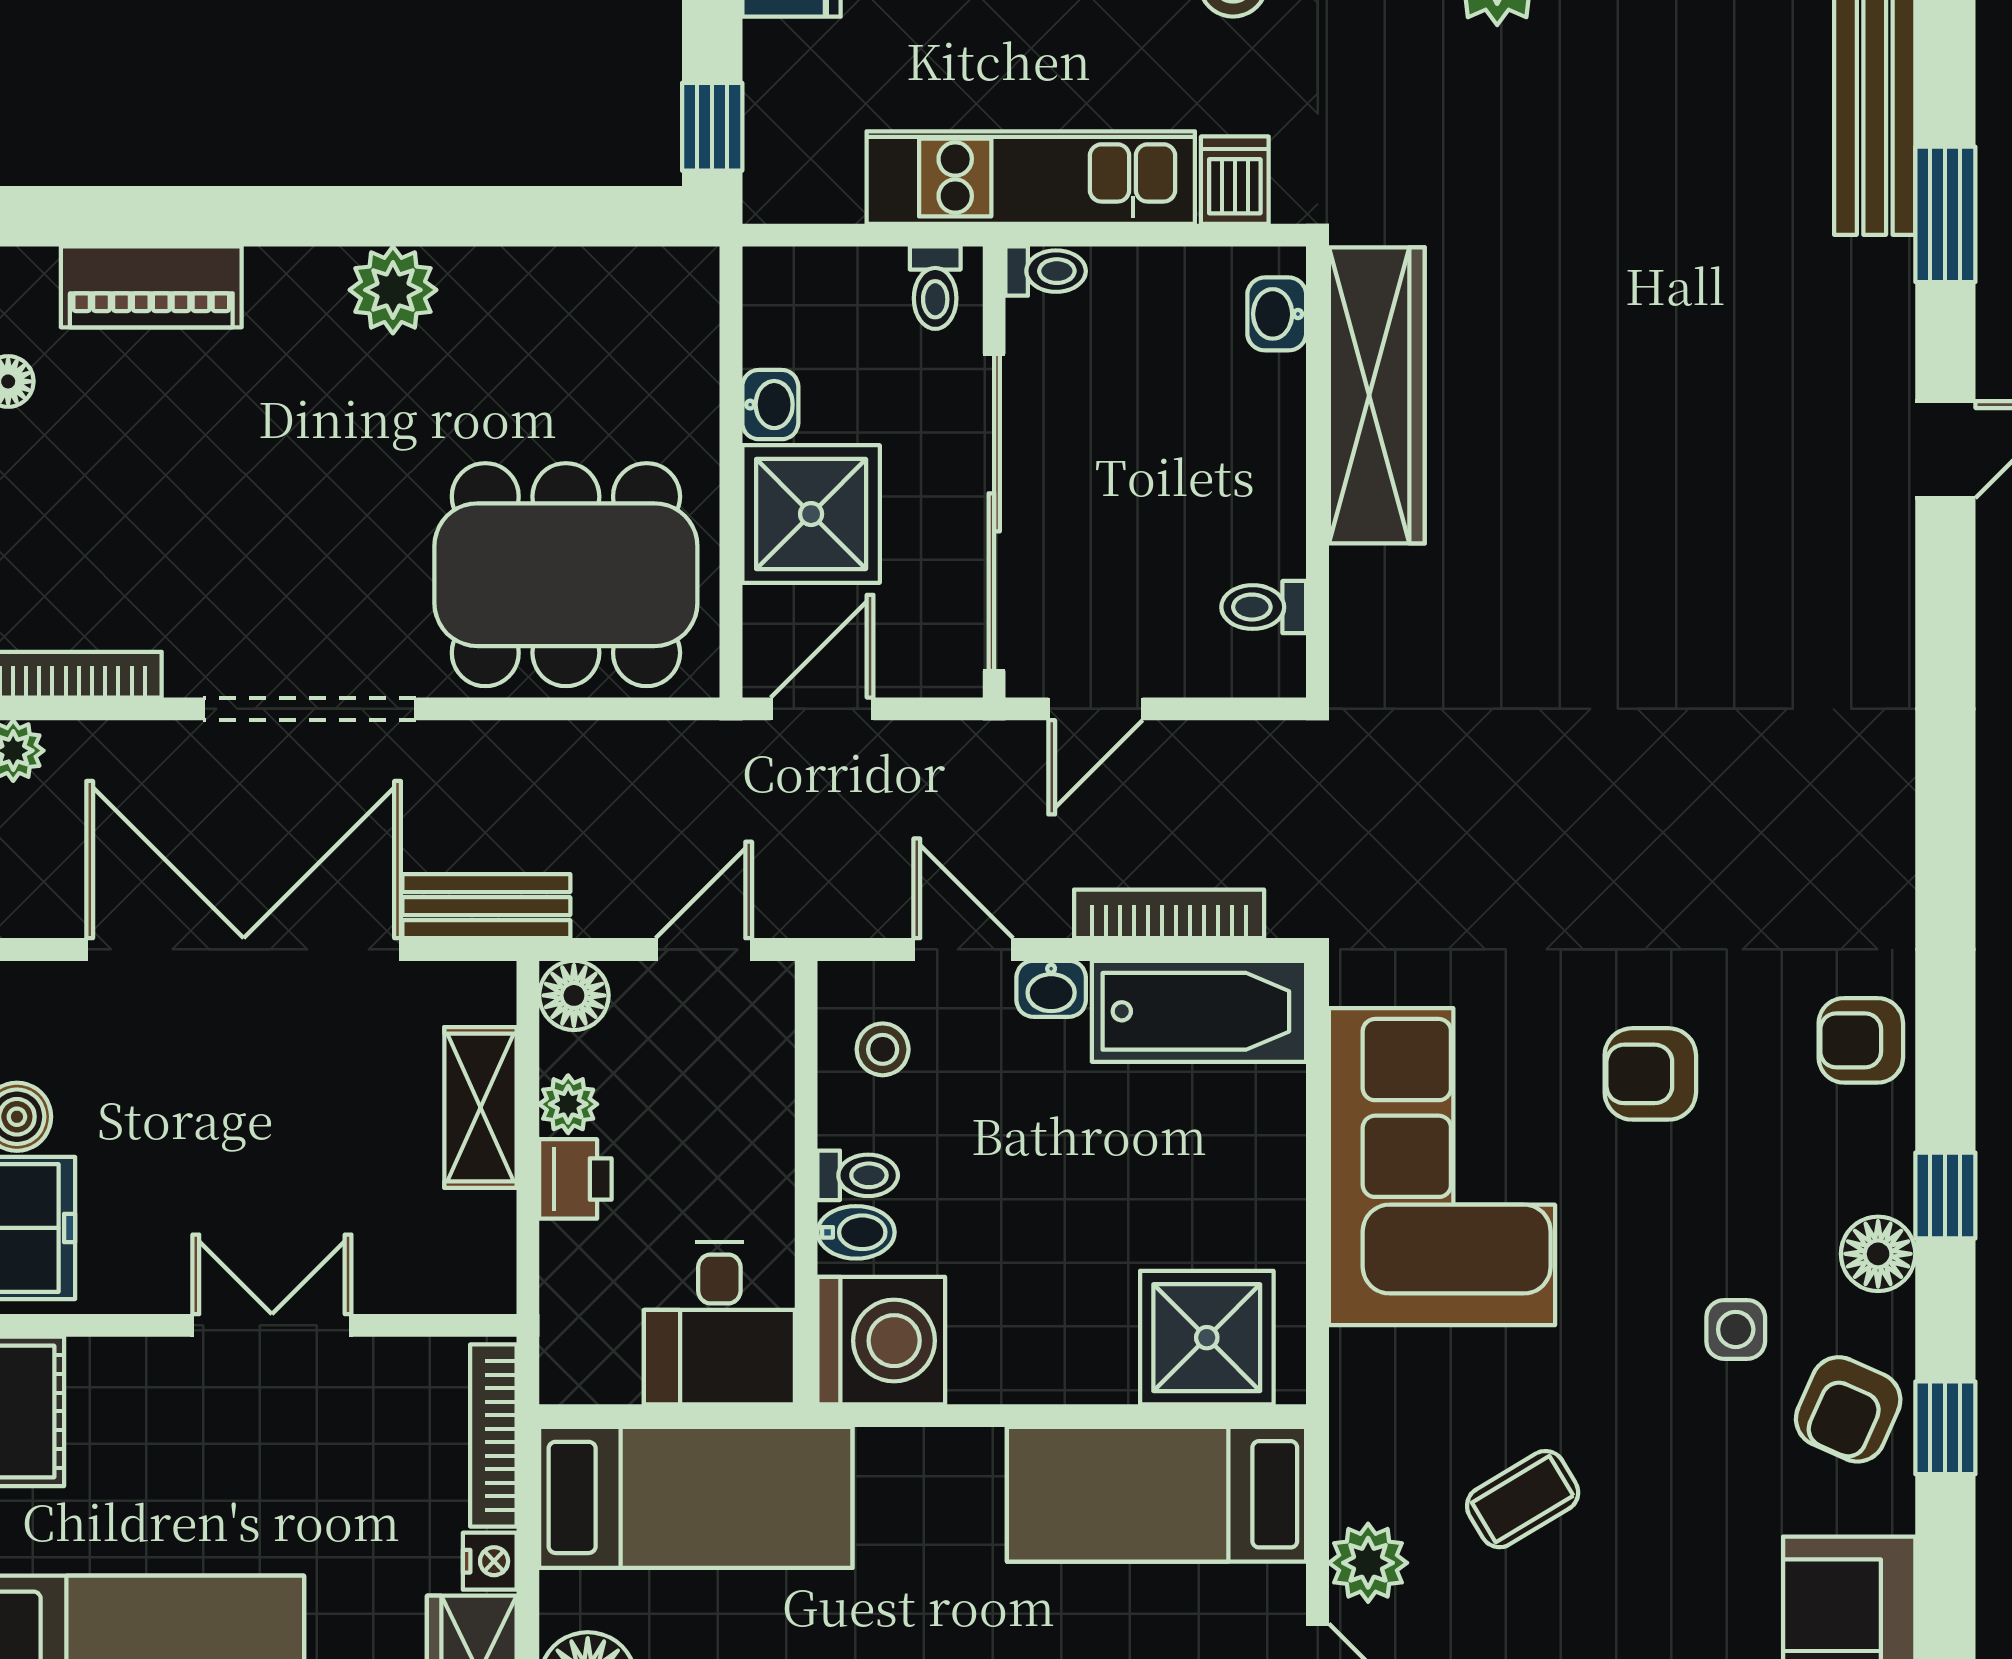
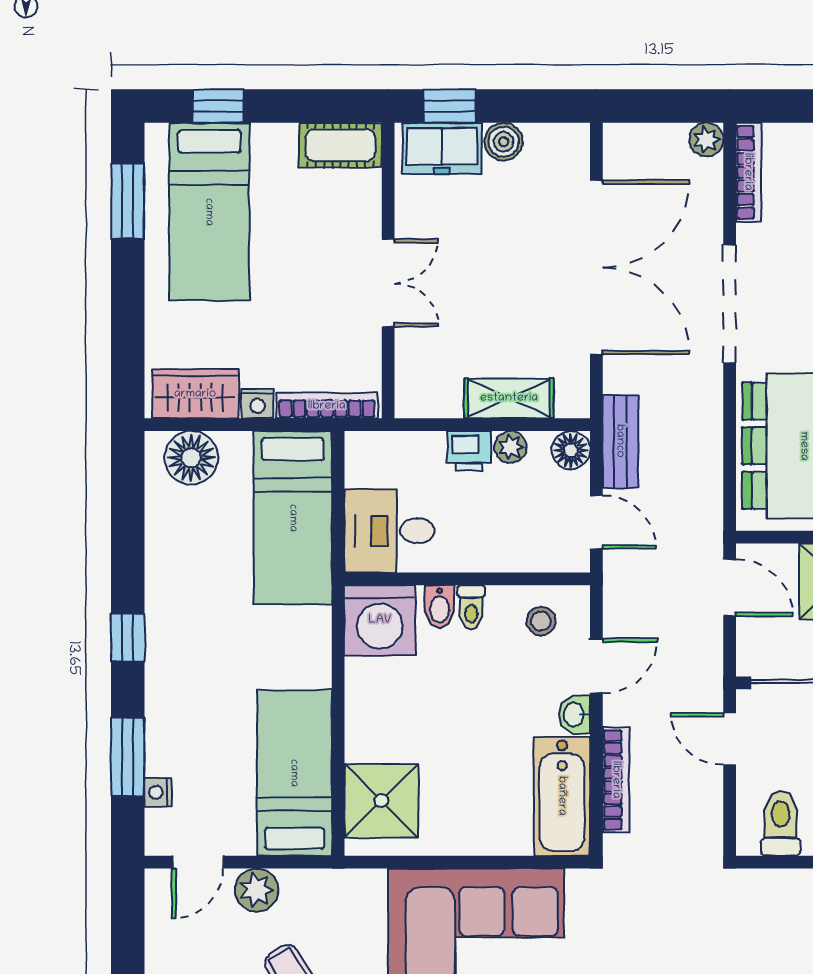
toilet: (1264, 607) -> (781, 823), width x1.37, depth x1.39
bench: (486, 906) -> (620, 441), moved

